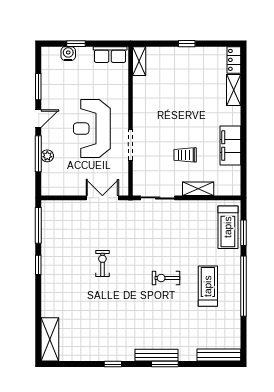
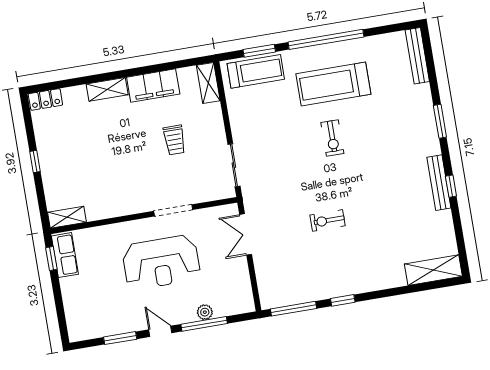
window: (76, 44) -> (51, 258), moved
water cooler: (68, 54) -> (73, 308), removed
shelving: (234, 90) -> (107, 89), moved
shelving: (198, 189) -> (208, 83), moved
treadmill: (208, 286) -> (333, 84), width x1.37, depth x1.38
bench: (157, 355) -> (439, 183), moved

